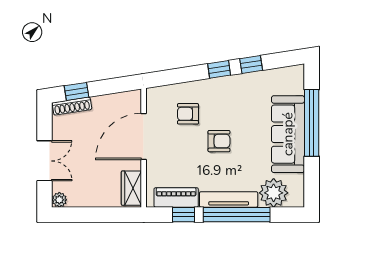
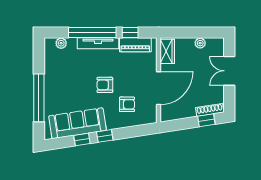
sofa: (288, 134) -> (77, 123), moved, turned -99
plant: (274, 193) -> (61, 43), width x0.53, depth x0.53
plant: (59, 200) -> (200, 43), moved

